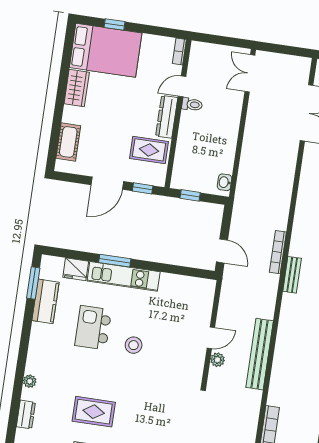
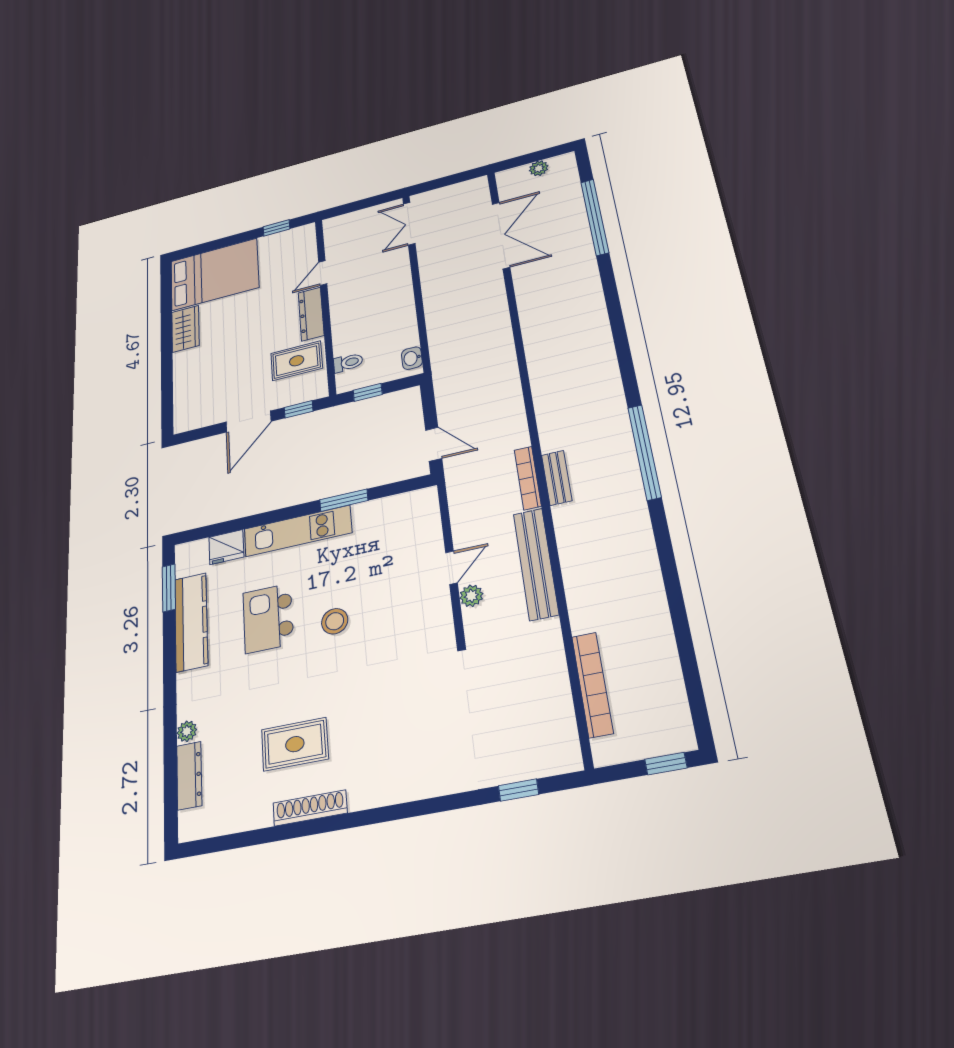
window: (115, 25) -> (276, 228), moved
bookcase: (179, 52) -> (309, 238), removed
toilet: (192, 104) -> (348, 363), moved
cot: (68, 142) -> (186, 393), removed
bookcase: (278, 252) -> (528, 478), moved
window: (115, 261) -> (344, 500), moved
bench: (292, 275) -> (557, 478), moved
kitchen counter: (46, 301) -> (191, 622), width x1.50
dresser: (26, 415) -> (189, 776), width x1.44

